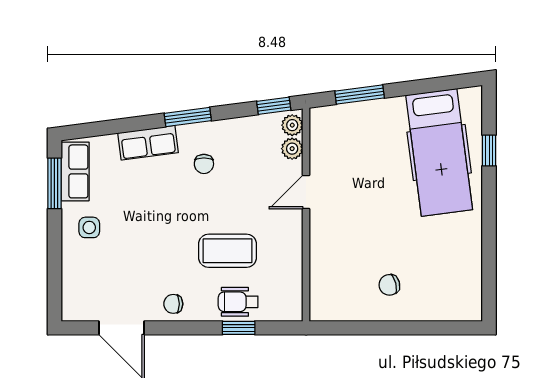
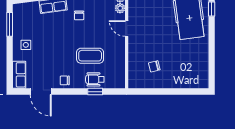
row of seats: (75, 171) -> (19, 75), moved
door: (306, 192) -> (127, 28), hinge flipped
chair: (389, 285) -> (154, 66), moved

